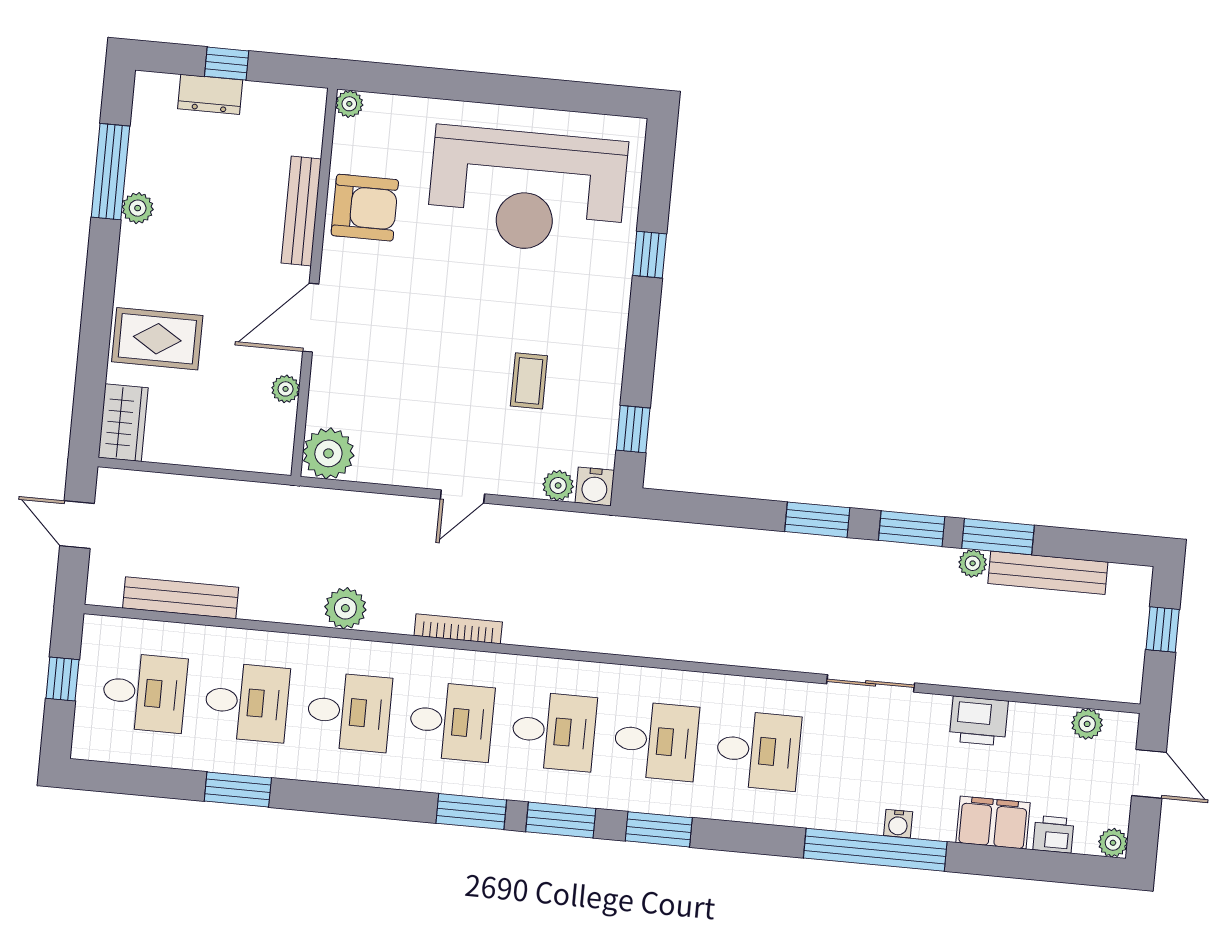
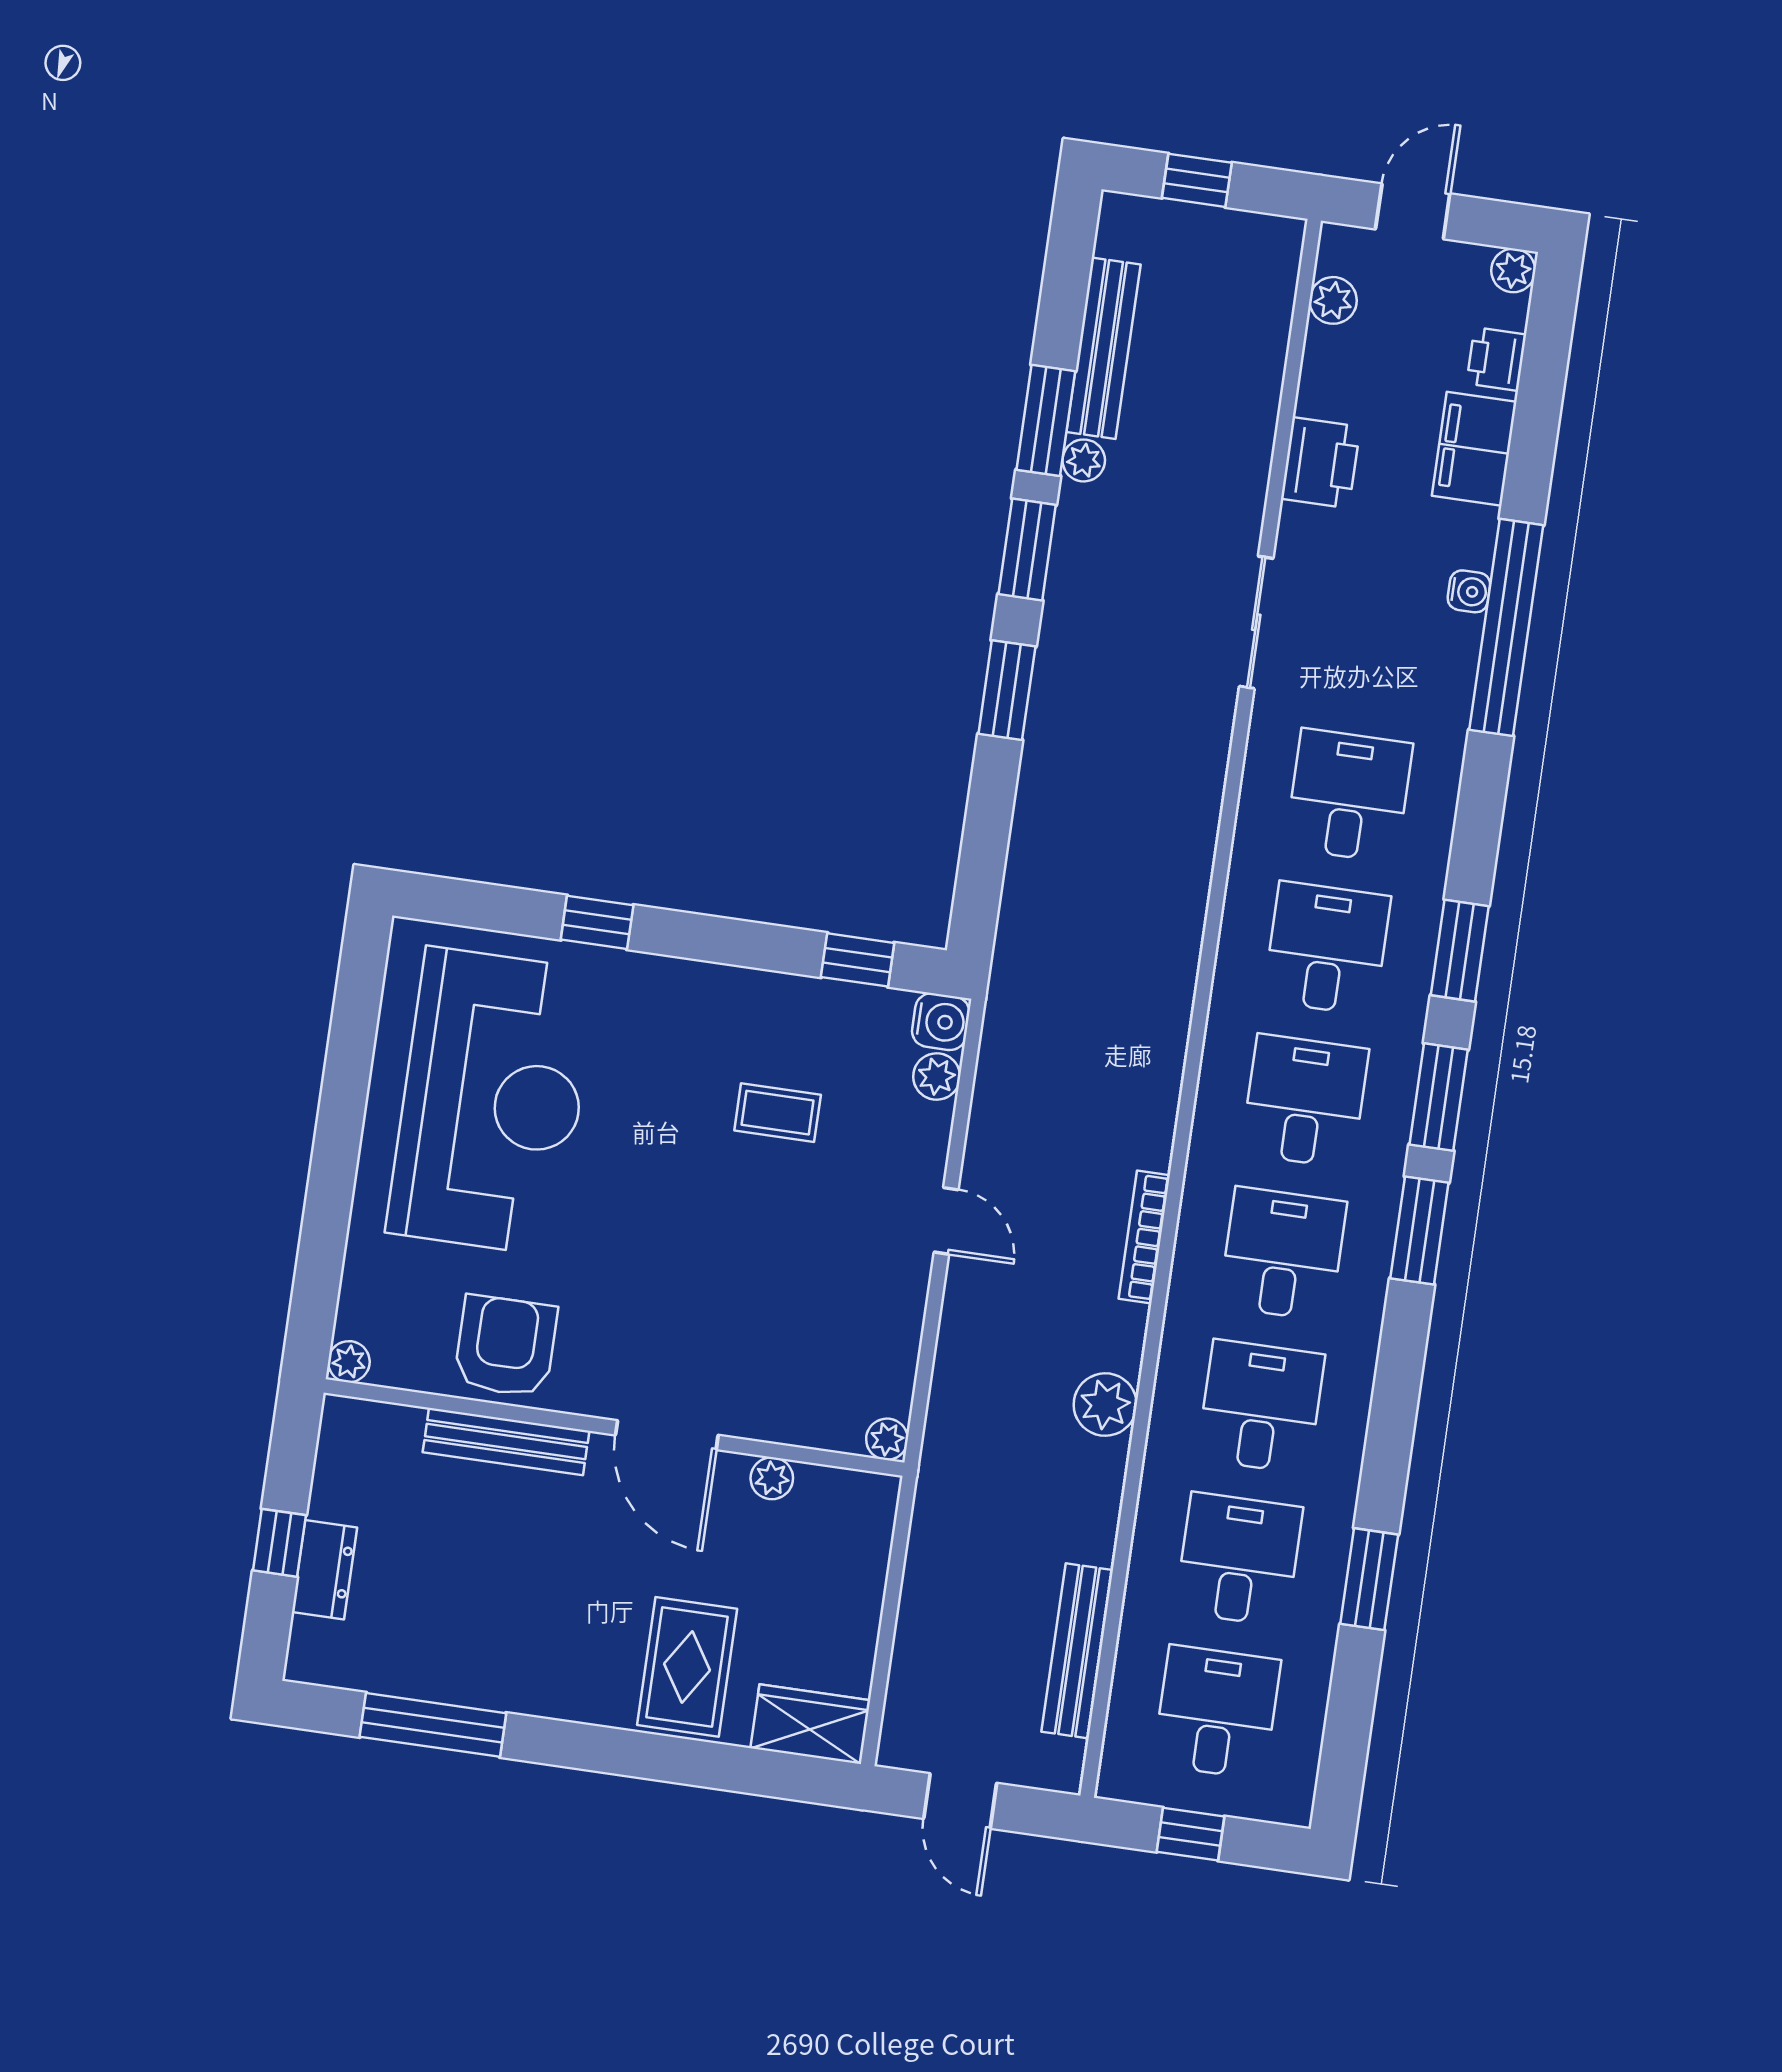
plant: (138, 208) -> (490, 1687), removed
plant: (328, 453) -> (887, 1439), width x0.53, depth x0.53
door: (77, 525) -> (960, 1801), hinge flipped

